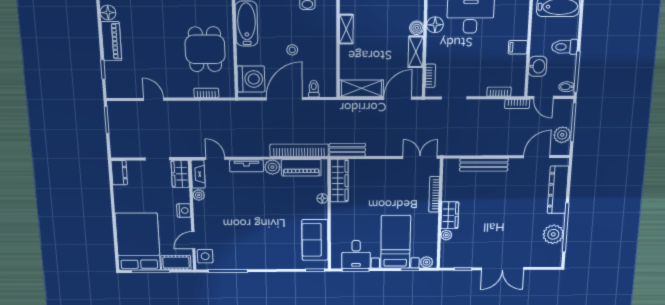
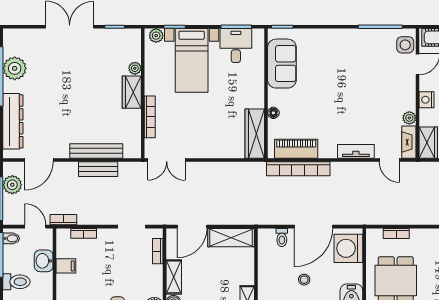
filing cabinet: (518, 47) -> (66, 266), moved
bench: (347, 150) -> (98, 169), moved
plant: (272, 167) -> (328, 150), removed

